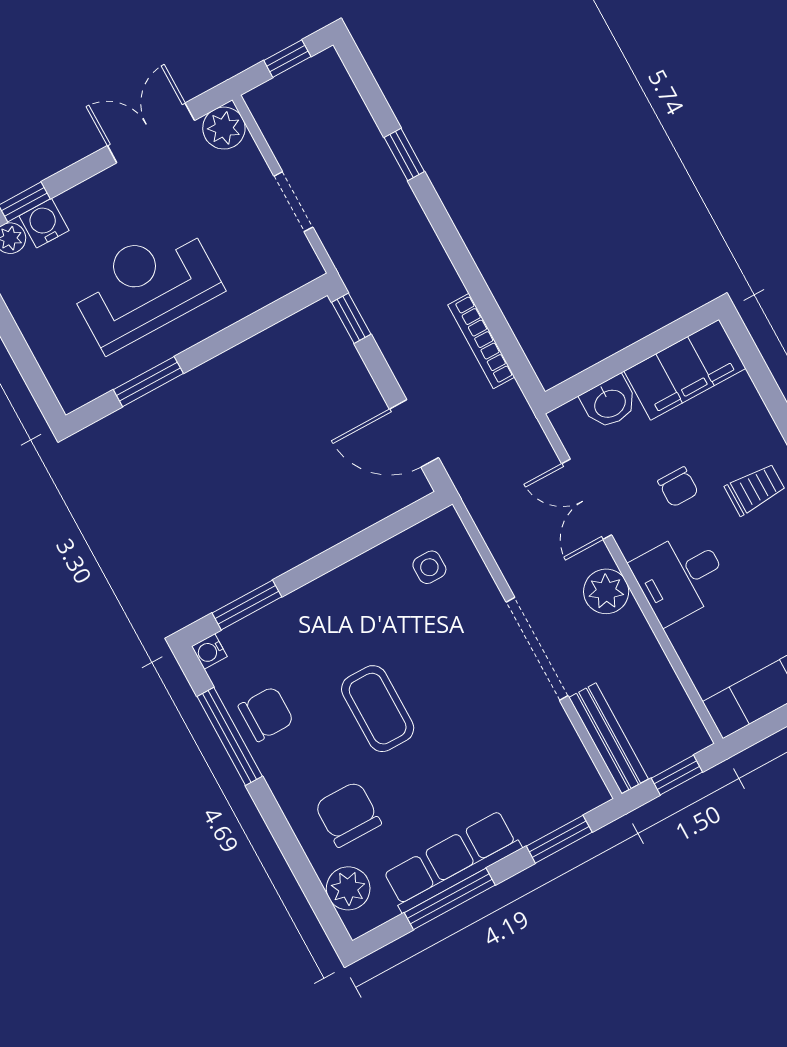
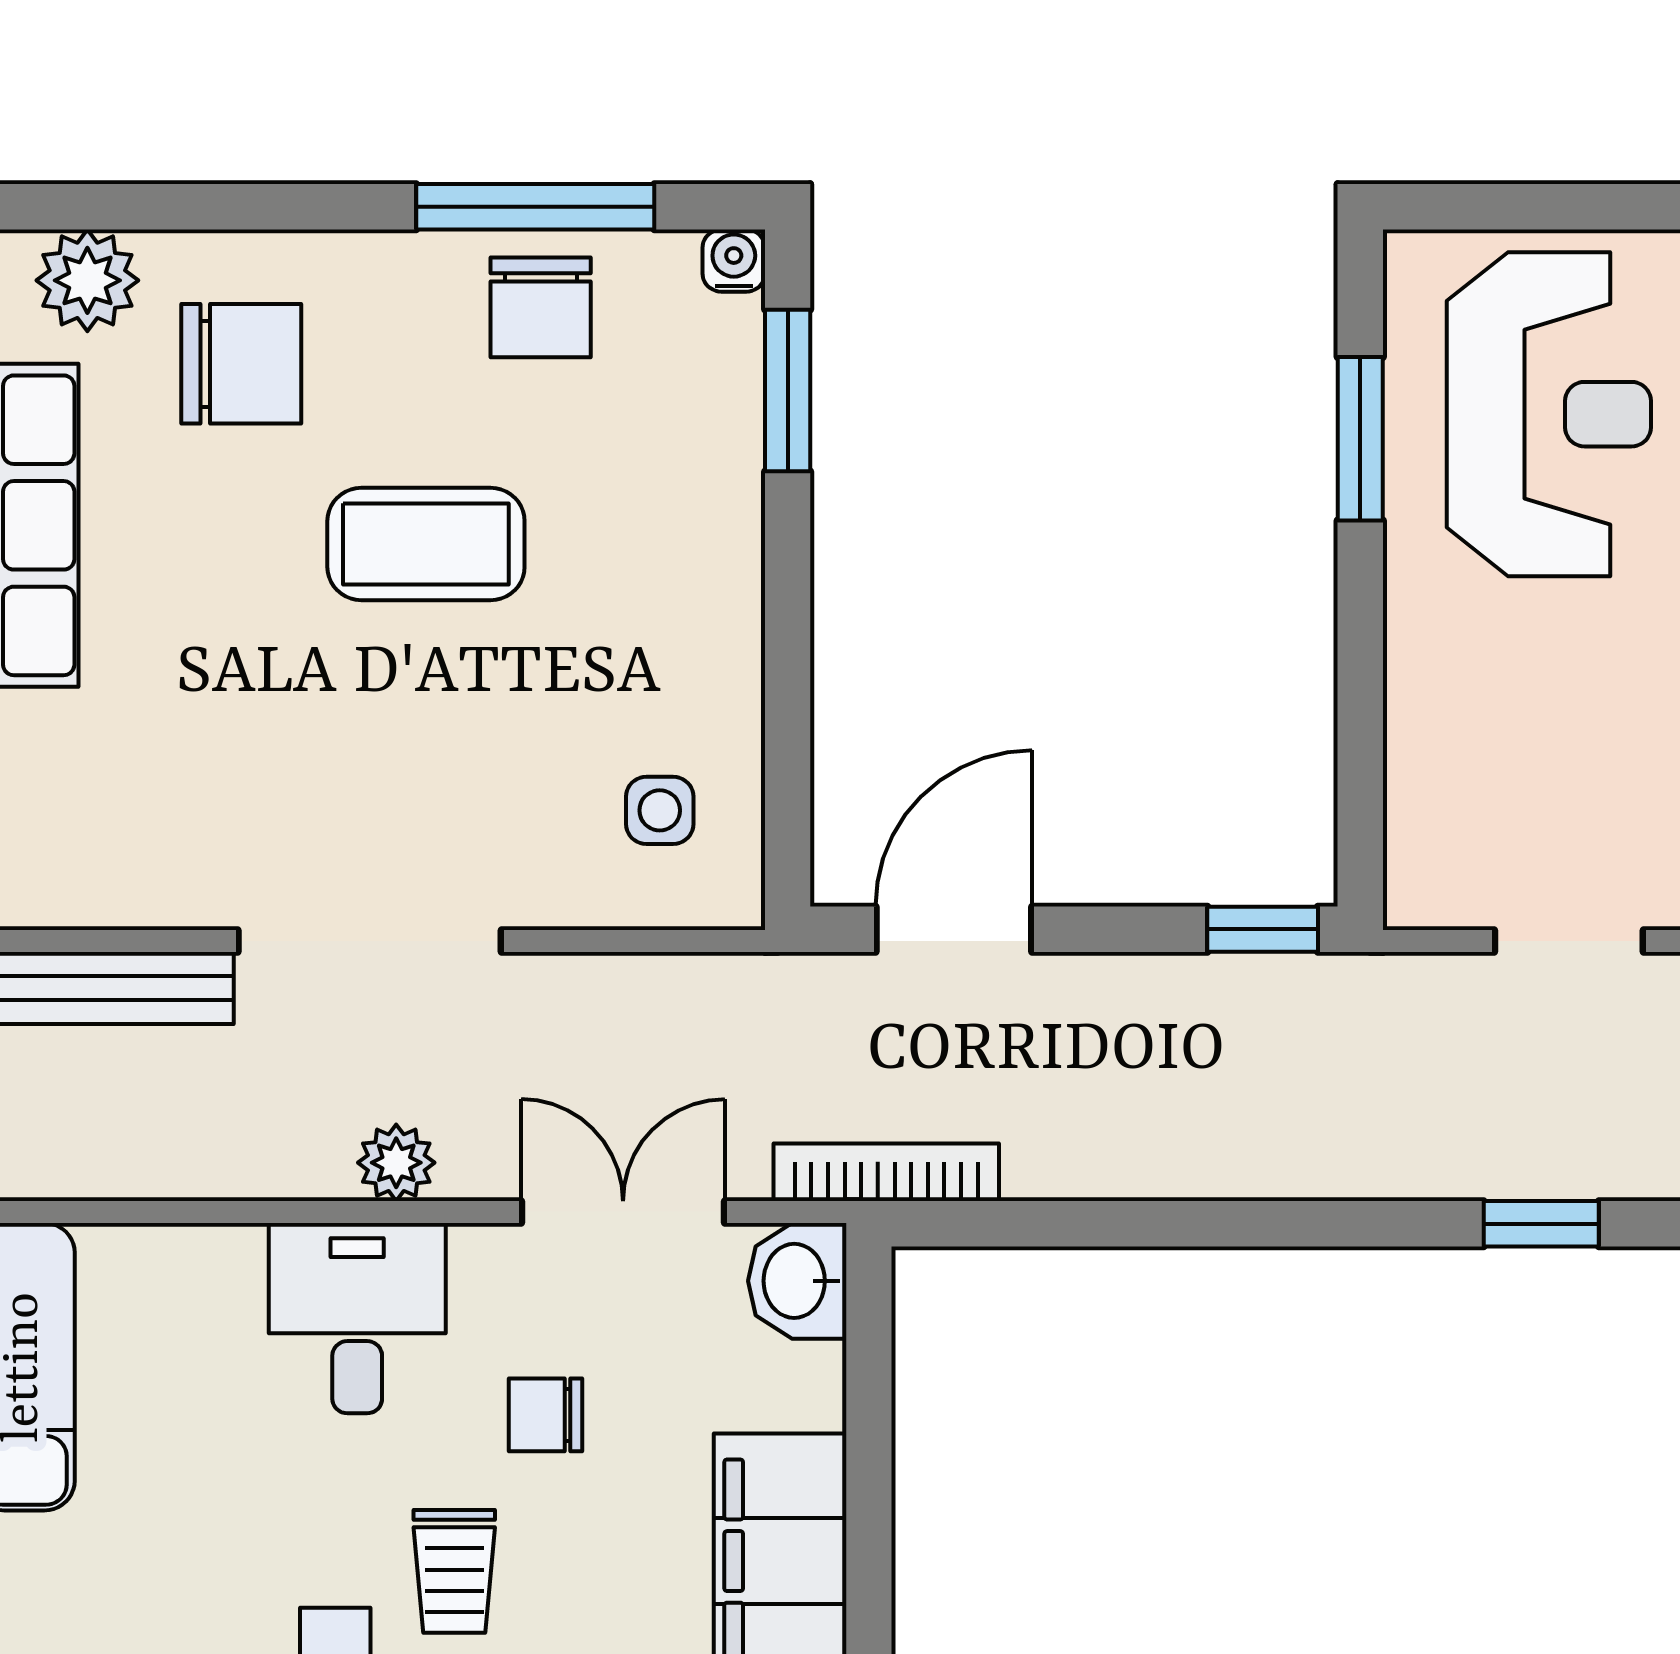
reception desk: (145, 286) -> (1549, 414), moved
bookcase: (481, 341) -> (886, 1172), moved
washbasin: (609, 403) -> (797, 1281), moved
plant: (606, 591) -> (396, 1163), width x0.73, depth x0.73

